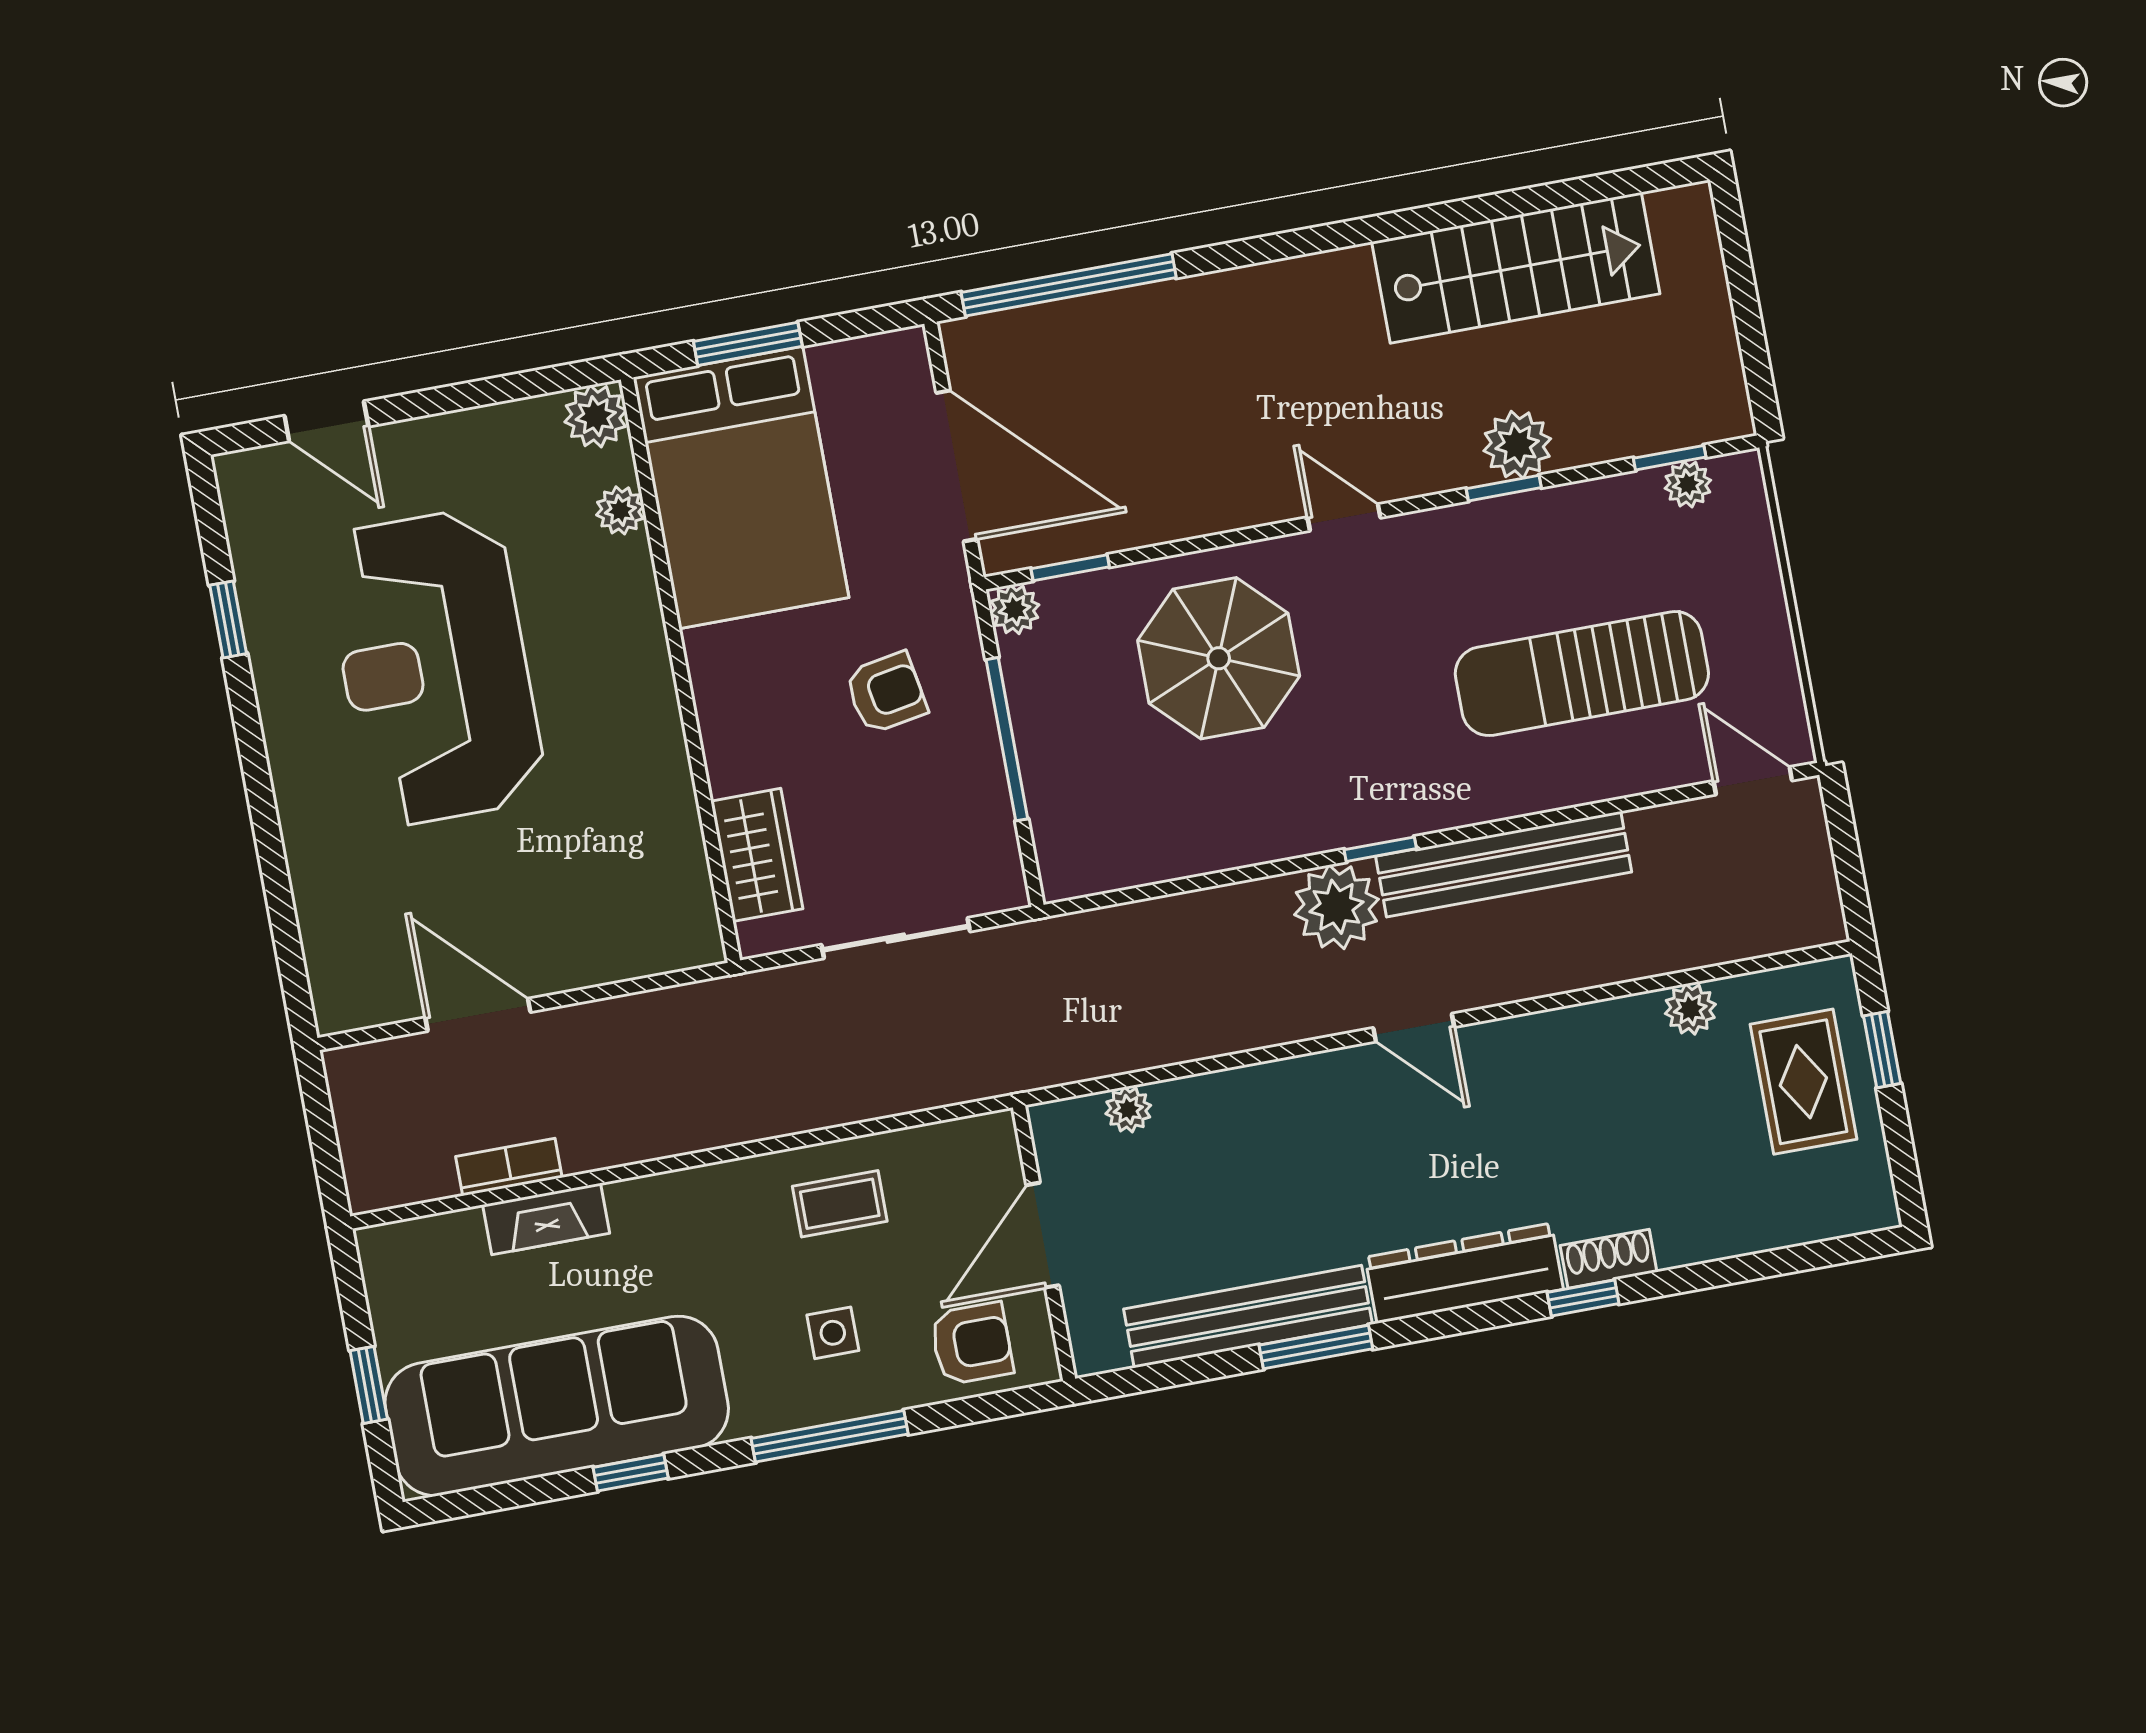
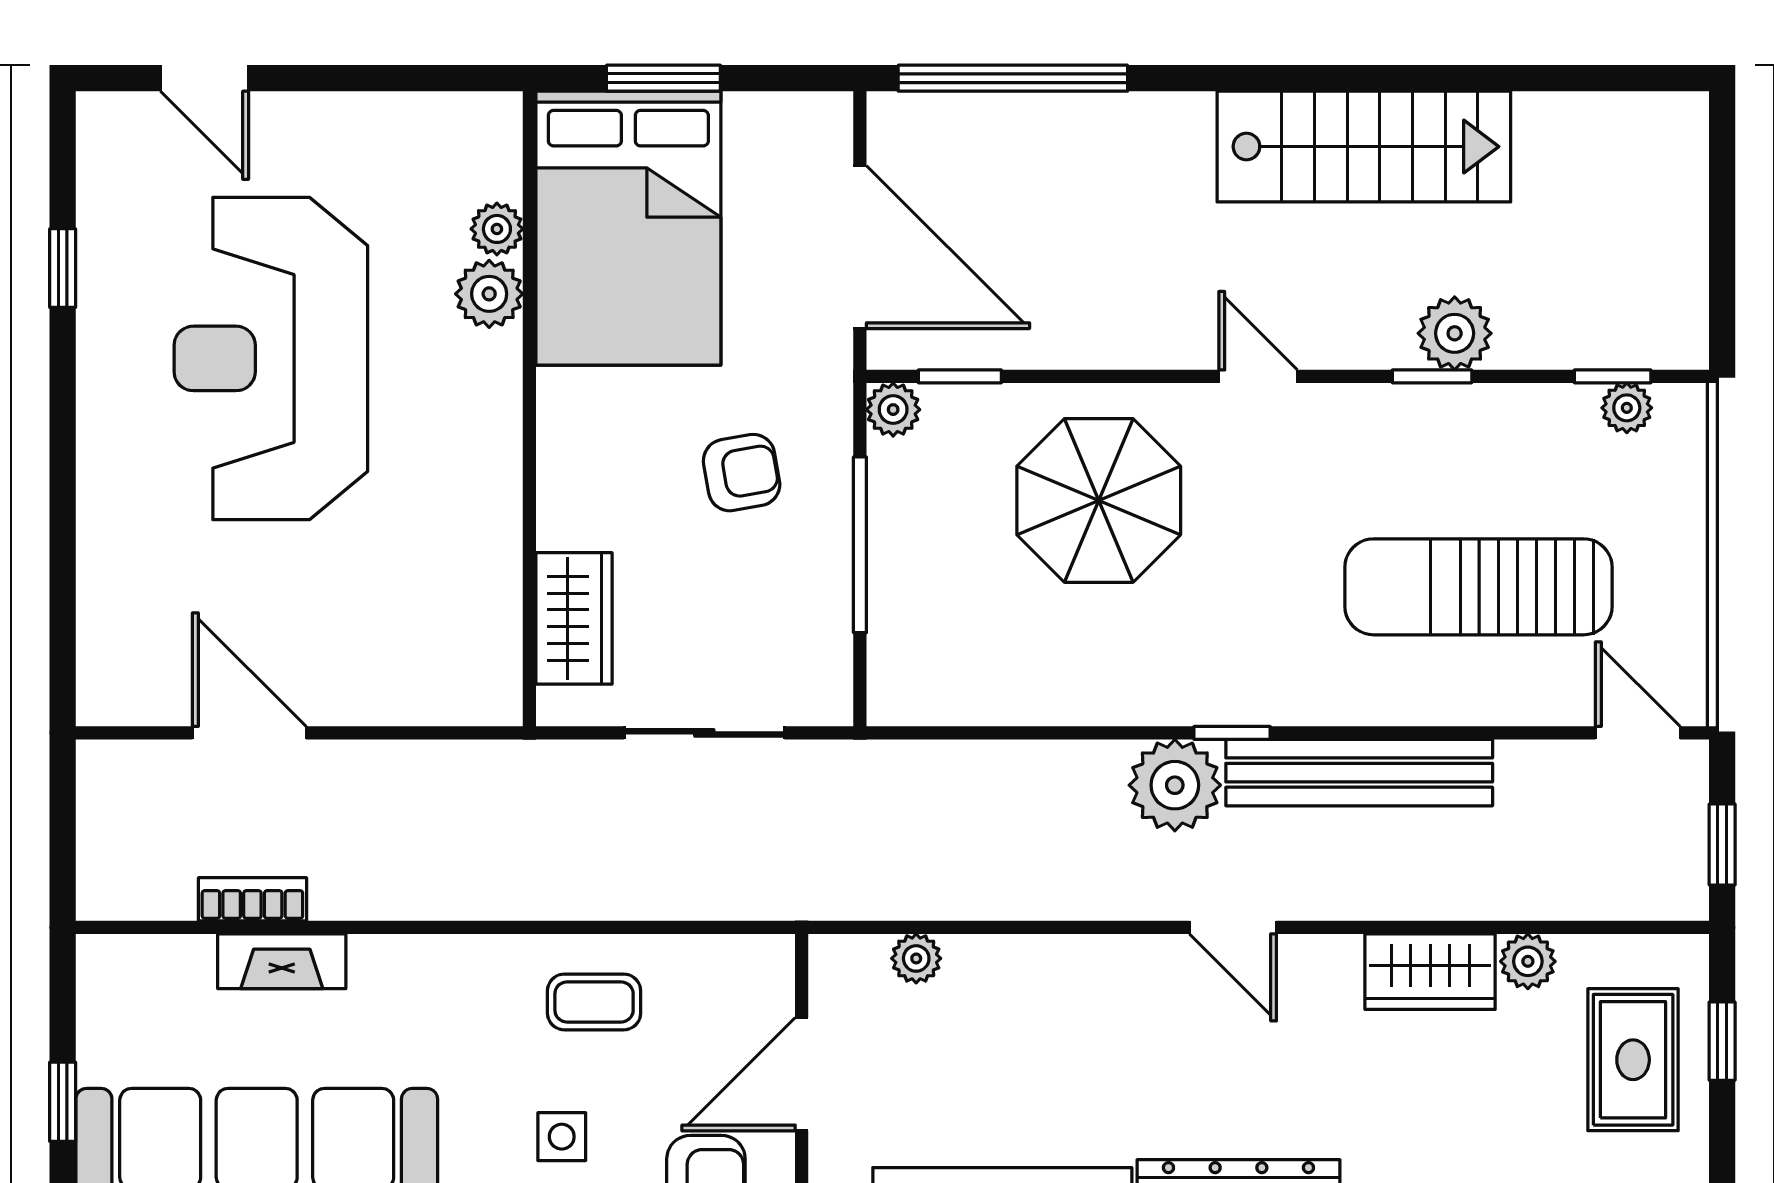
stairs: (1516, 268) -> (1364, 147), moved
plant: (596, 416) -> (489, 294), moved
window: (1849, 869) -> (1722, 845), added
wardrobe: (1602, 1035) -> (1430, 972), added

